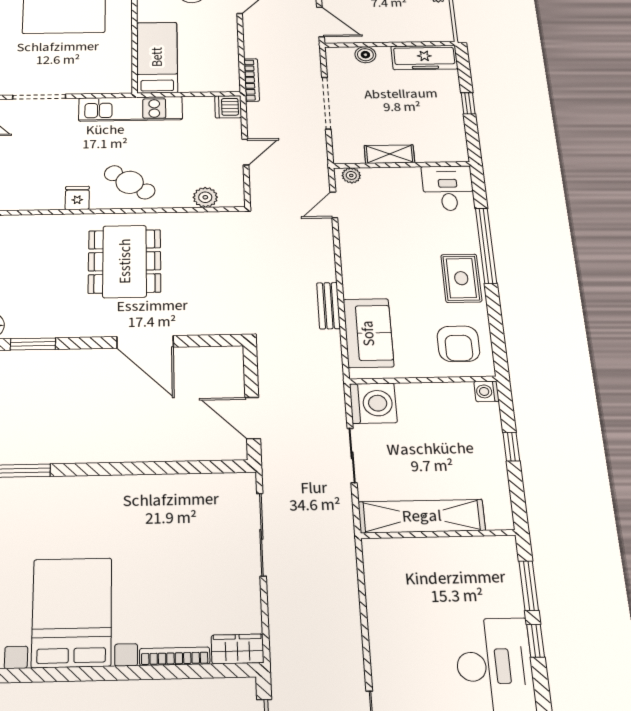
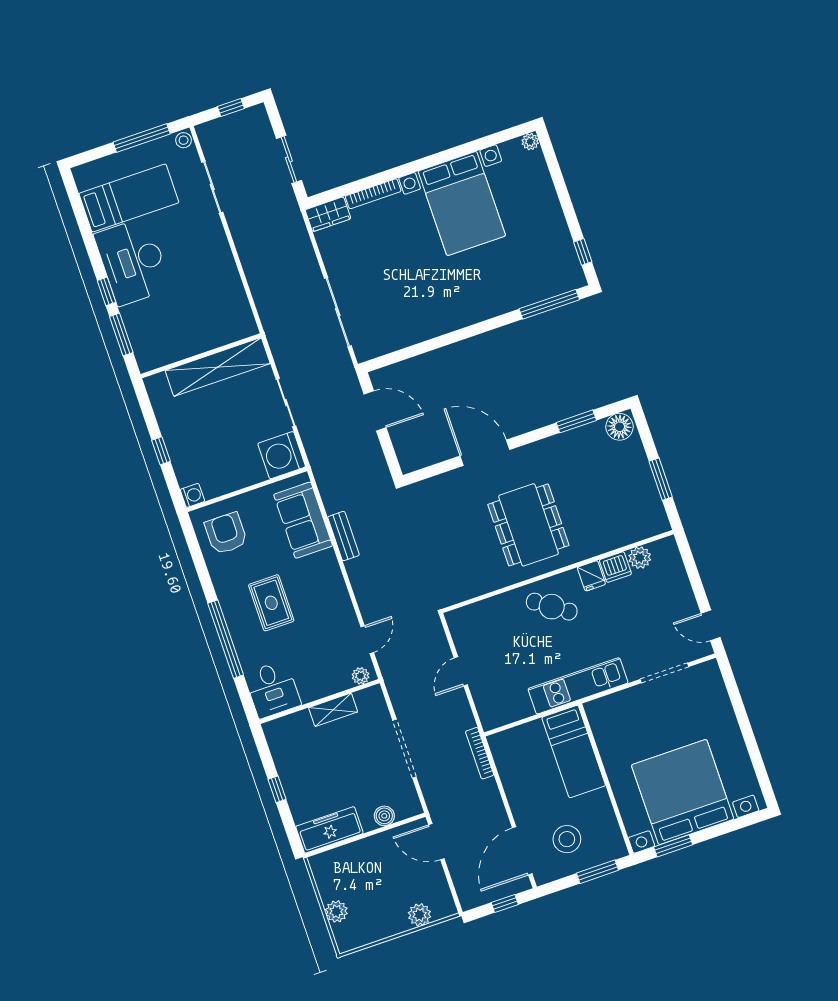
dishwasher: (228, 107) -> (615, 567), moved, turned 90
plant: (205, 197) -> (640, 558), moved
rug: (461, 278) -> (271, 603), moved

